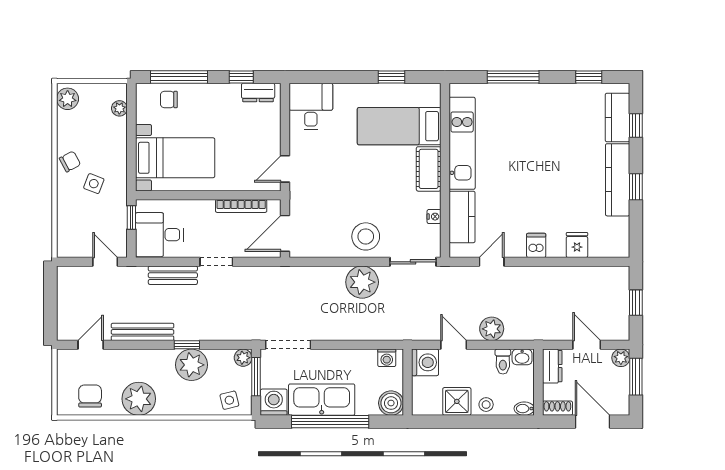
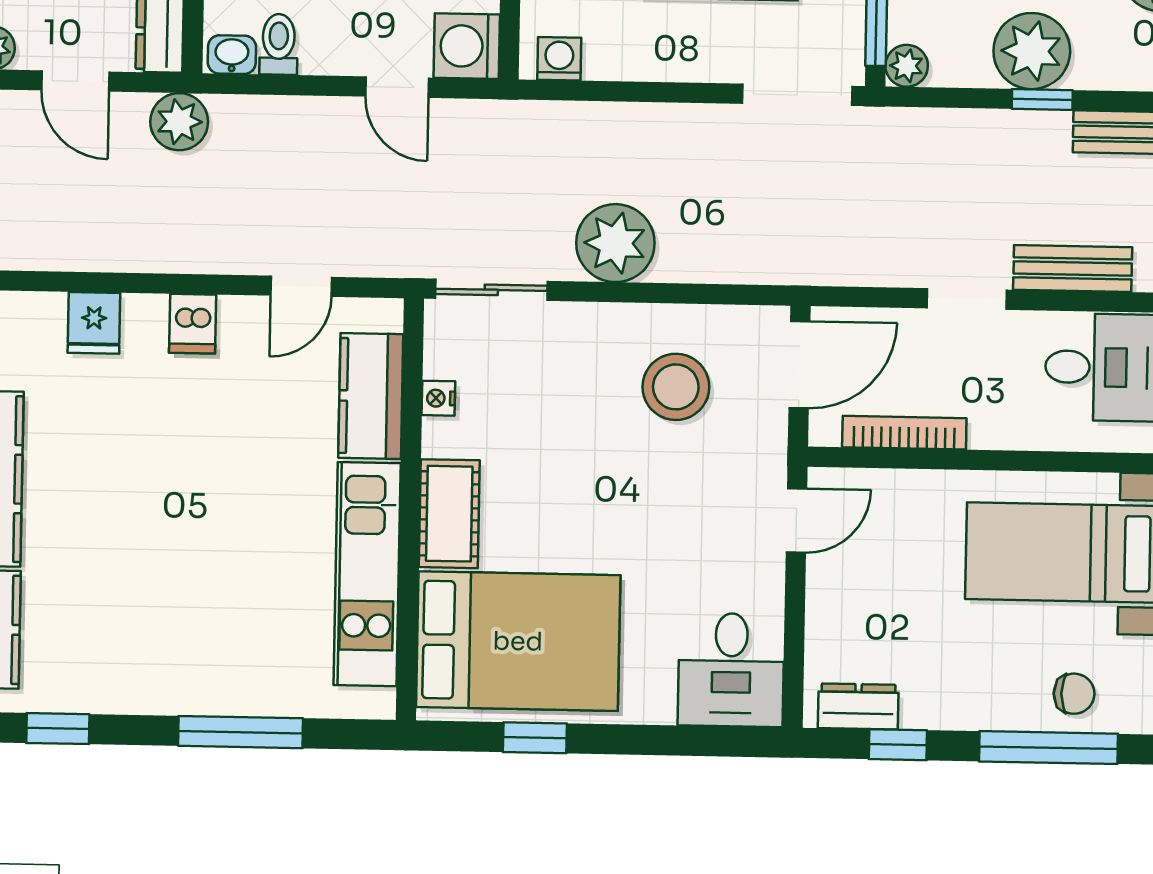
bed: (399, 126) -> (518, 641), width x1.50
stool: (366, 236) -> (676, 387), moved
plant: (492, 329) -> (179, 122), moved

